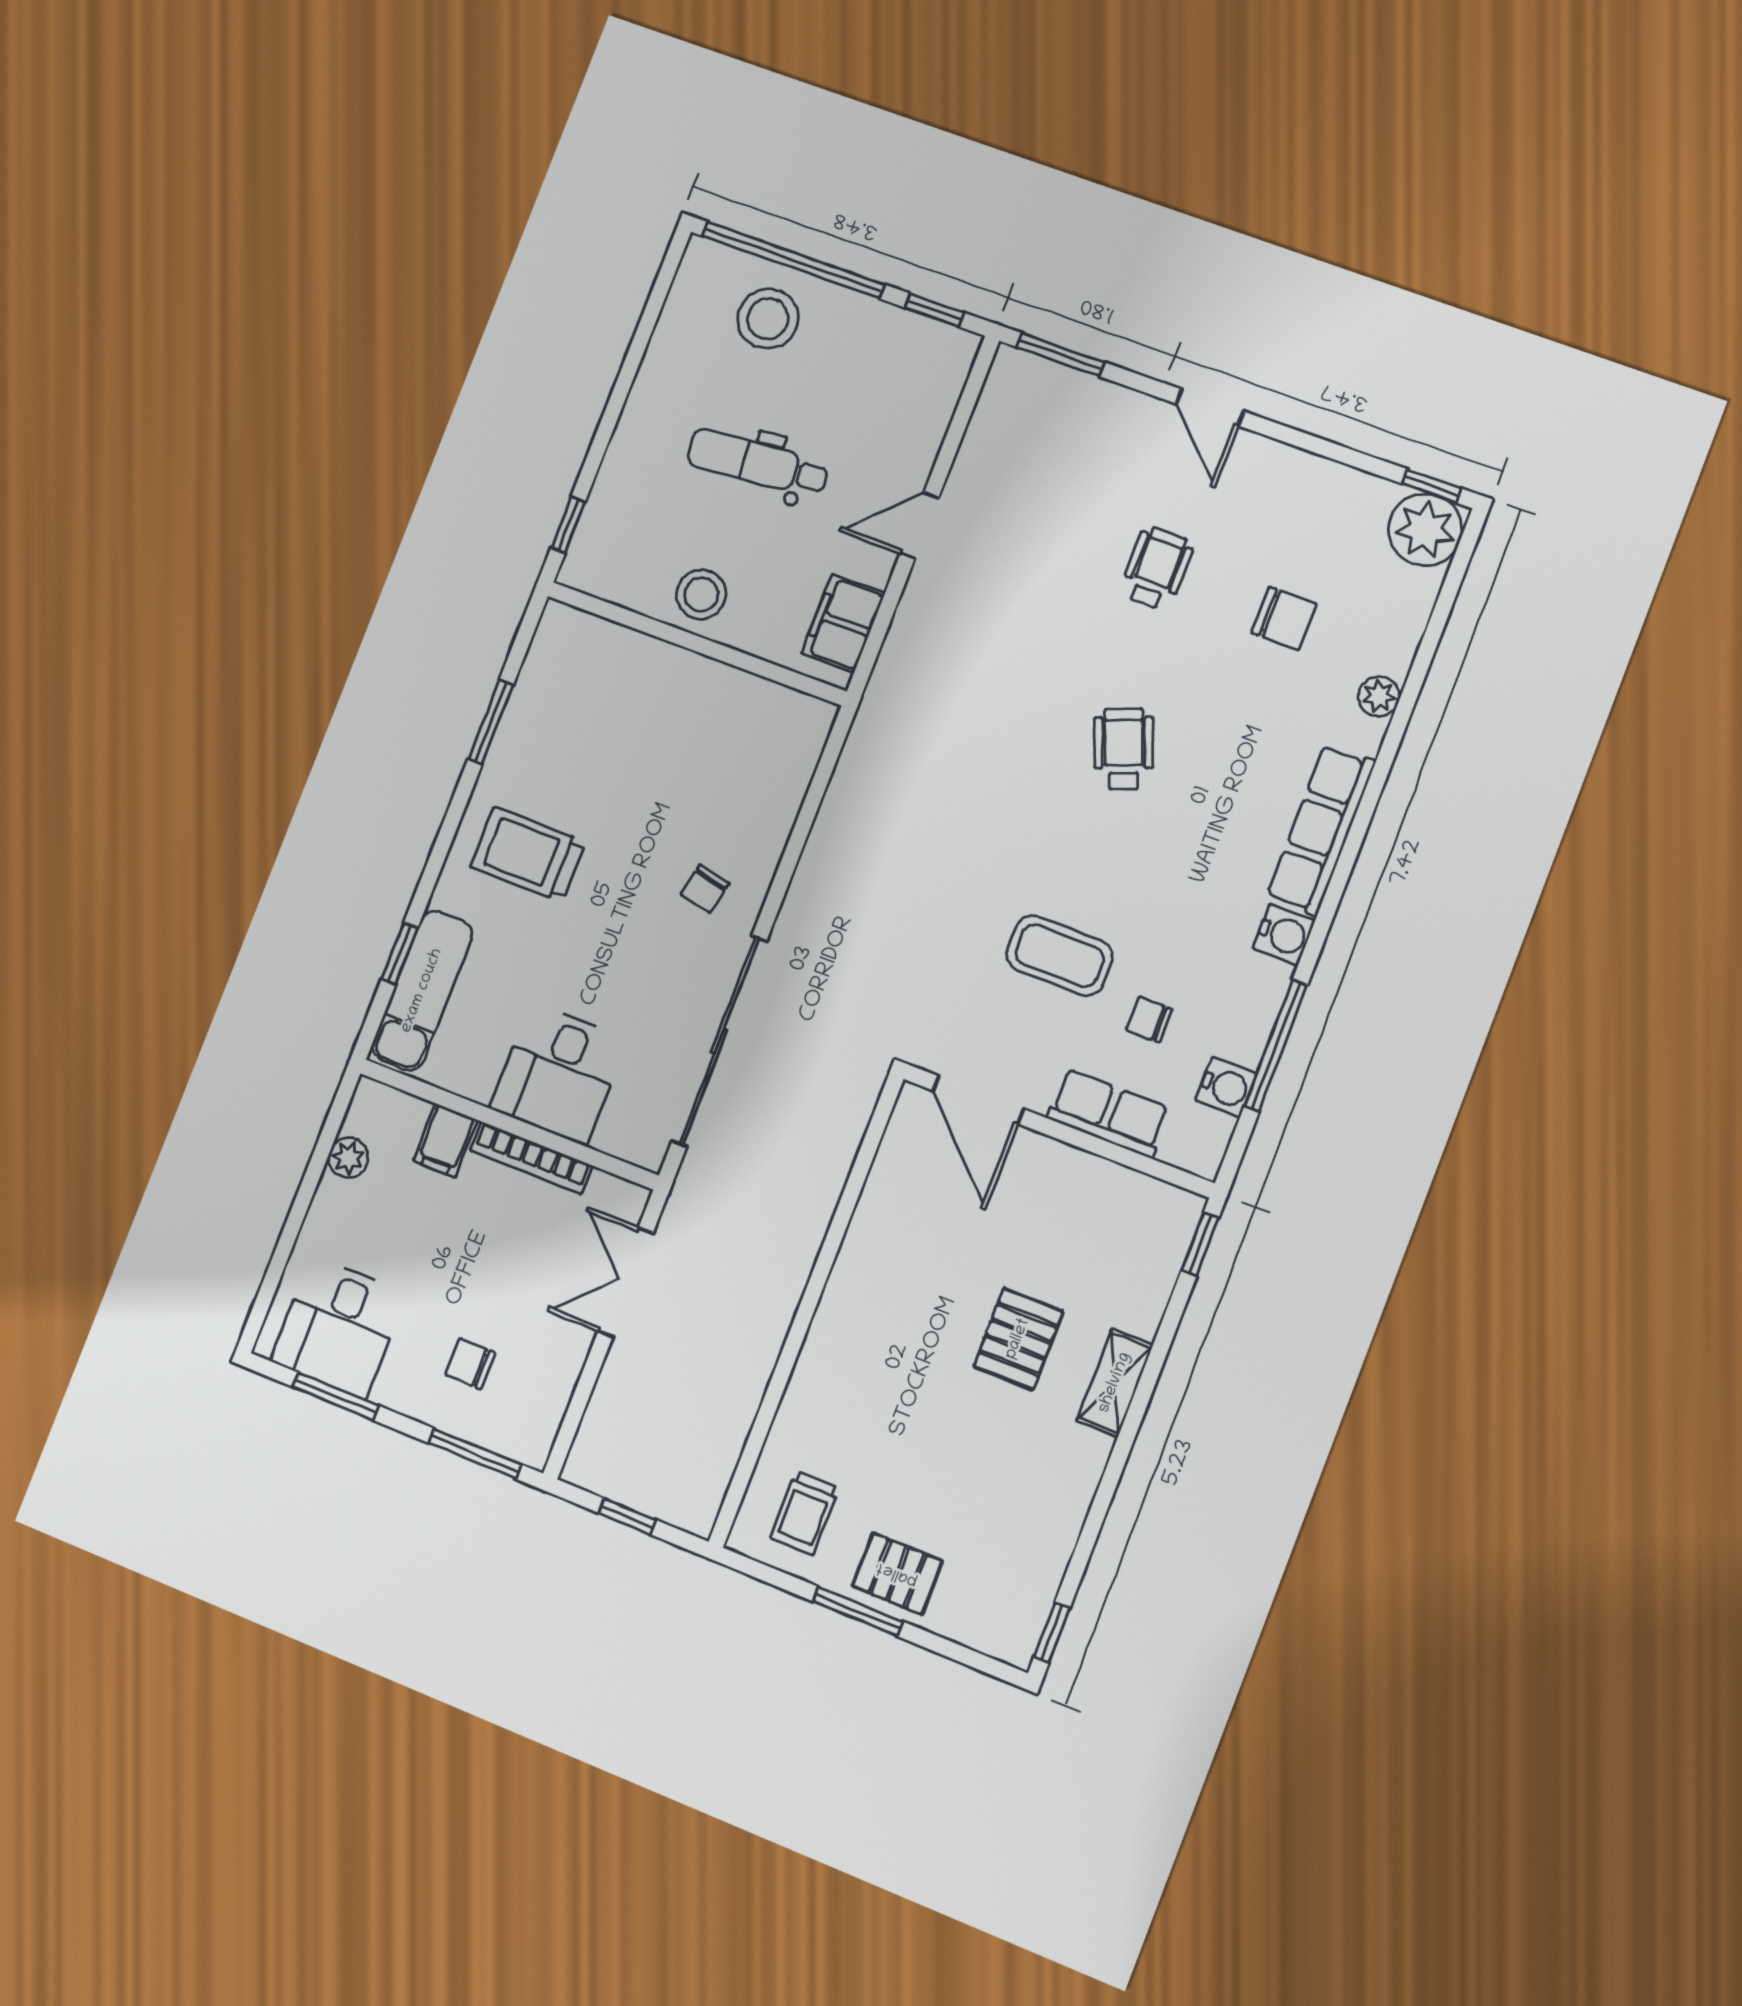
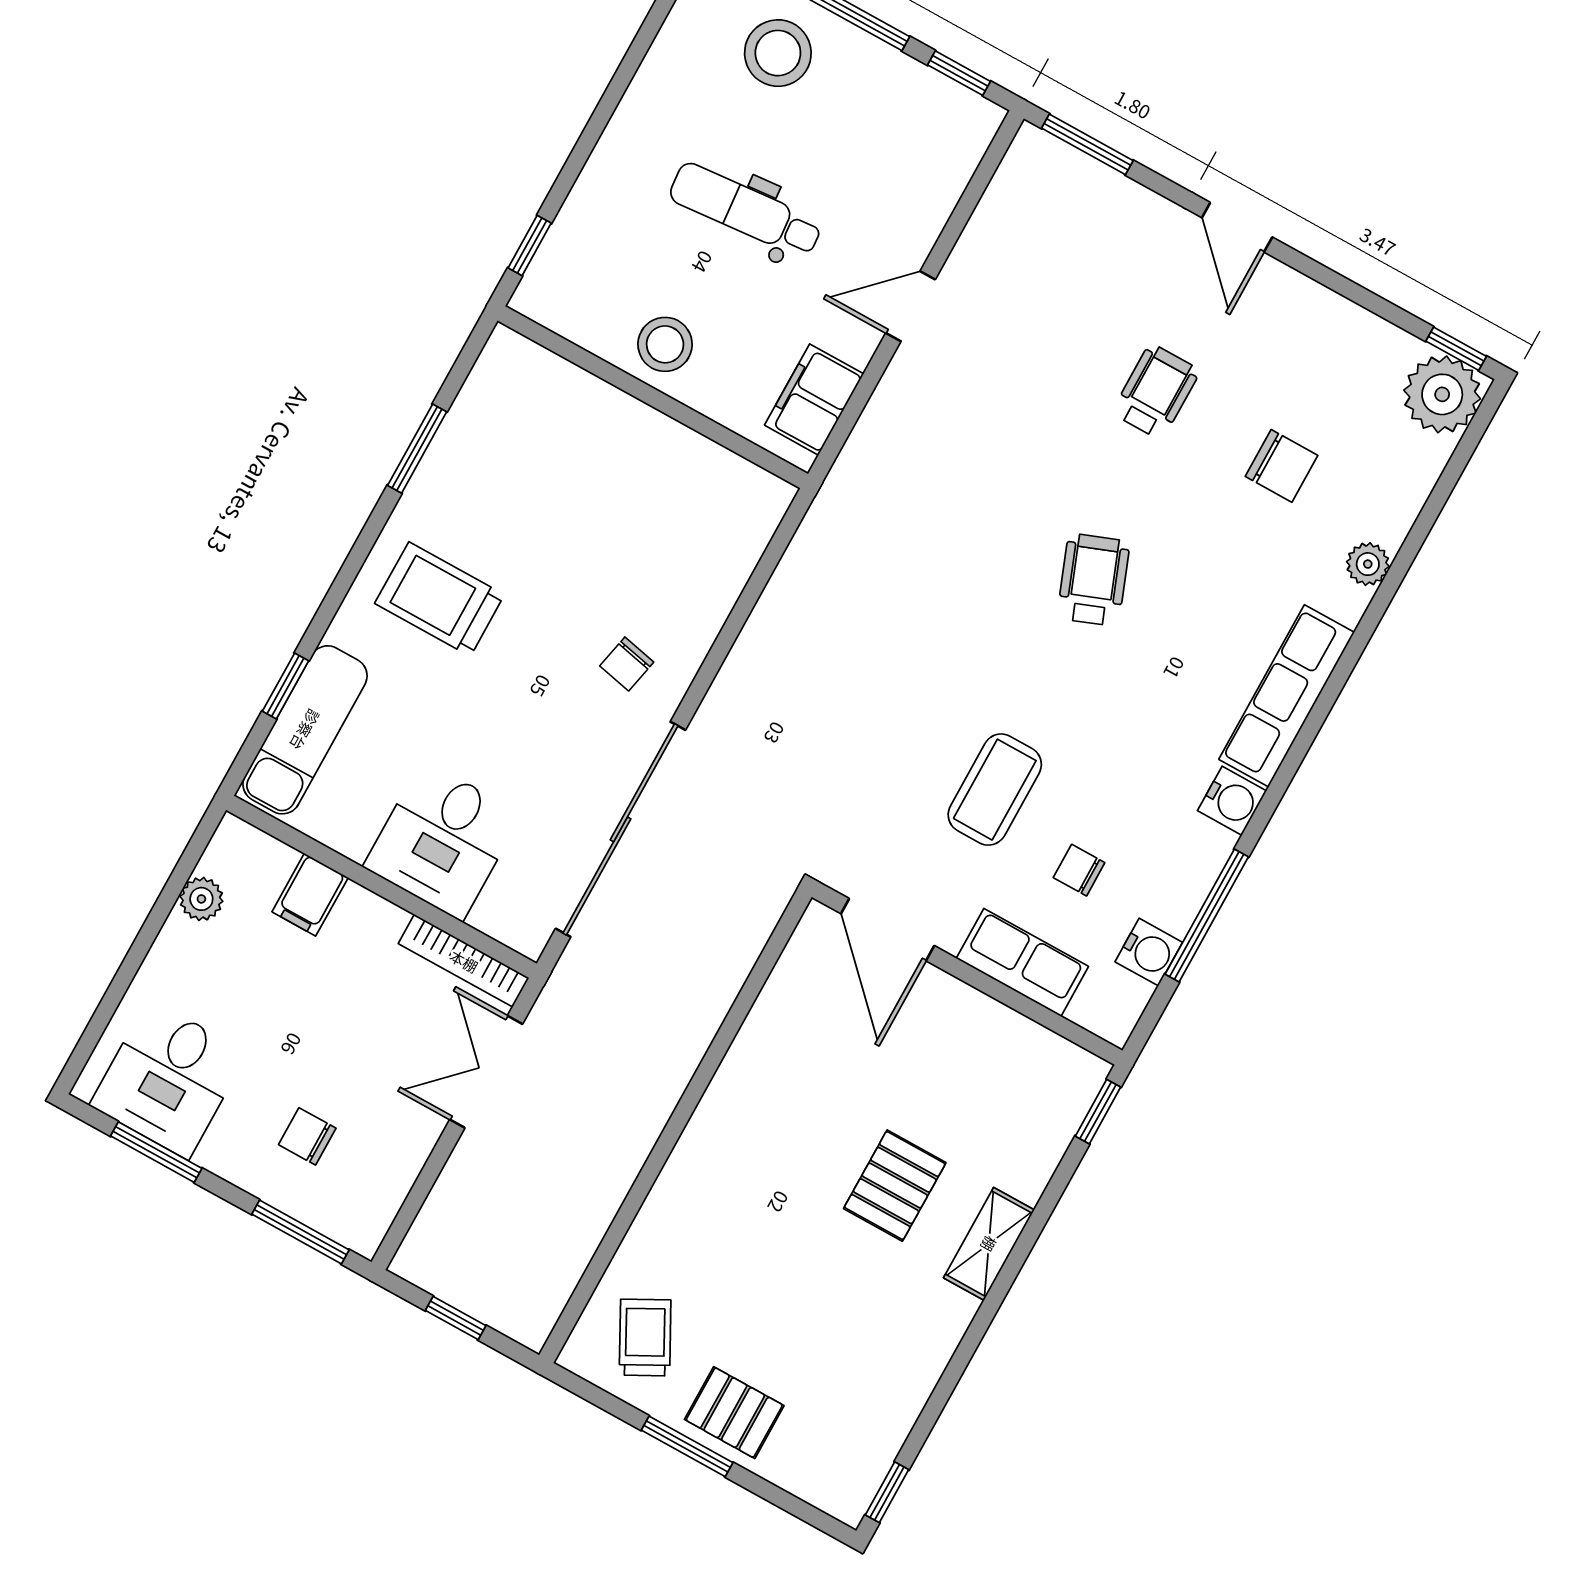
coffee table: (1060, 956) -> (995, 790), turned 90
bookcase: (531, 1158) -> (464, 961), moved
trolley: (805, 1513) -> (645, 1338), turned 152

